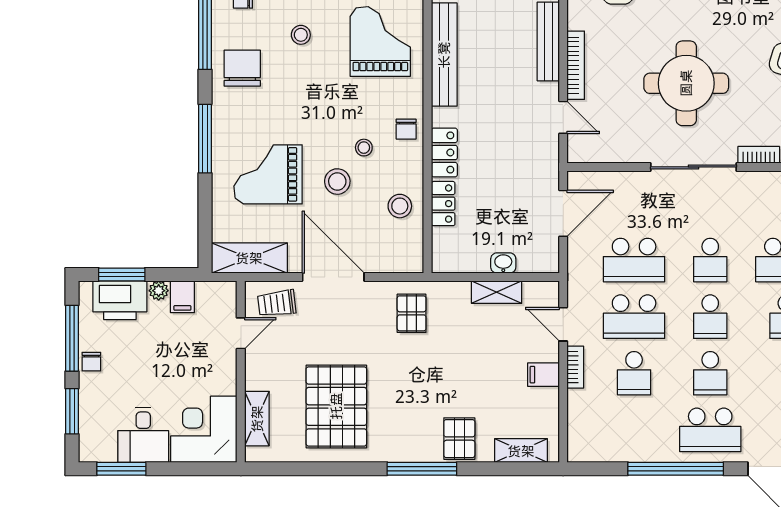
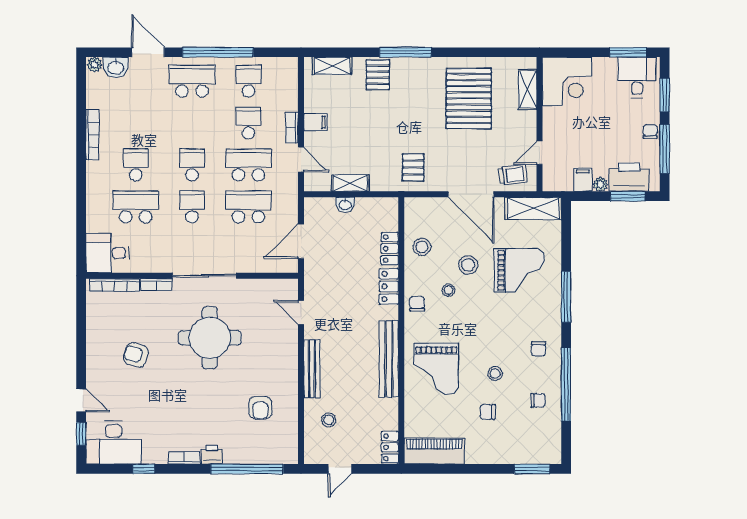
bookcase: (576, 65) -> (292, 351), removed
chair: (242, 68) -> (538, 349), width x0.54, depth x0.54
school desk: (710, 373) -> (248, 81), moved
desk: (143, 435) -> (637, 77), moved

